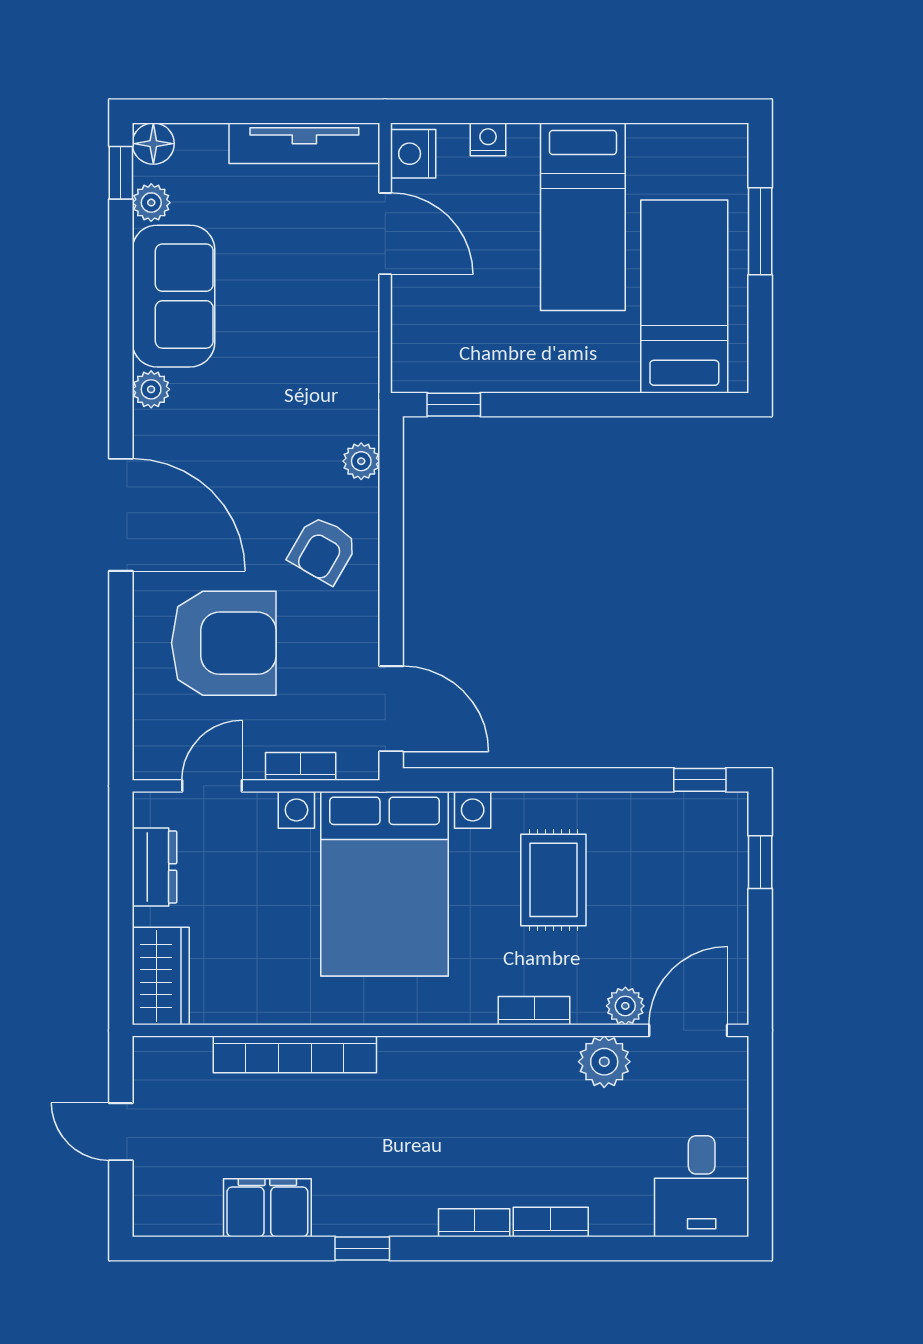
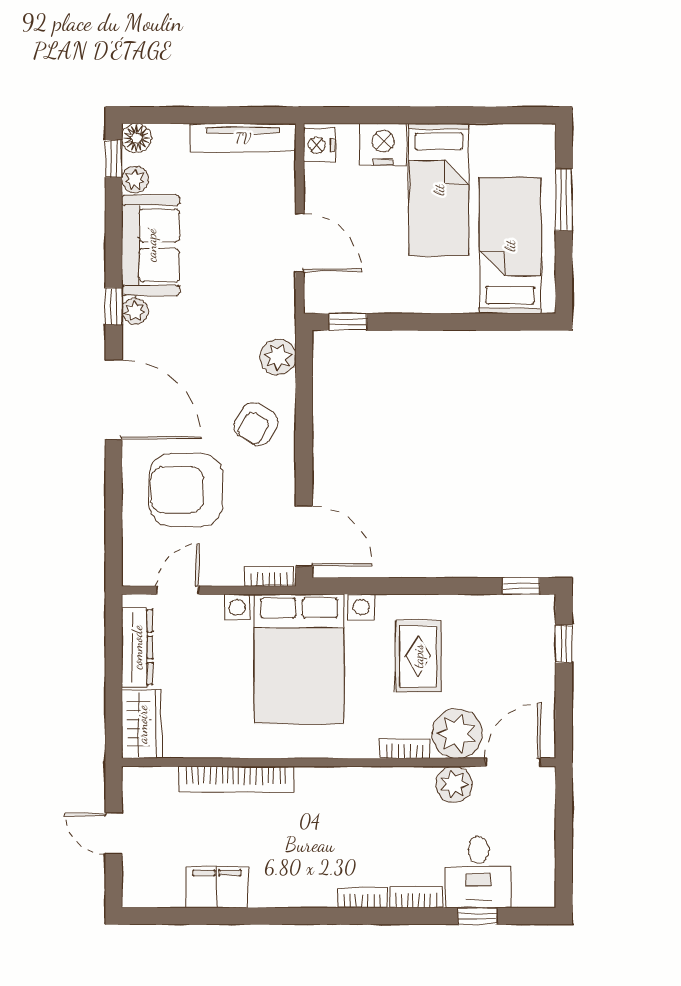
nightstand: (488, 139) -> (383, 144), width x1.89, depth x1.79
door: (385, 234) -> (300, 243), moved
window: (121, 383) -> (114, 306), added
plant: (361, 461) -> (278, 357), width x1.38, depth x1.38
armchair: (224, 643) -> (186, 490), turned 180
bookcase: (301, 766) -> (269, 577), moved
dresser: (155, 867) -> (137, 647), width x1.44
plant: (625, 1006) -> (457, 734), width x1.88, depth x1.88
desk: (702, 1186) -> (478, 872), moved
window: (362, 1249) -> (477, 916), moved

